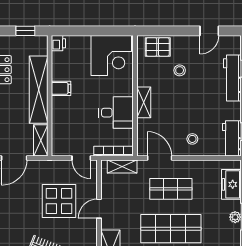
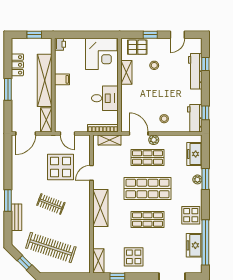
window: (174, 31) -> (150, 35), added
shelving: (144, 102) -> (126, 72), moved
door: (81, 158) -> (68, 134), moved
plant: (179, 166) -> (154, 140), added

